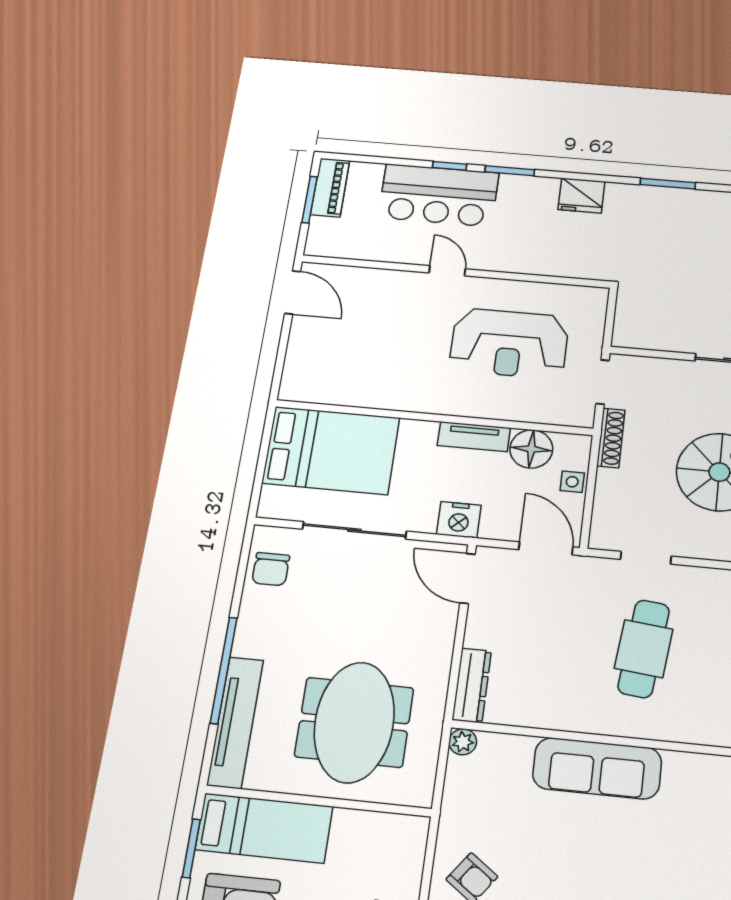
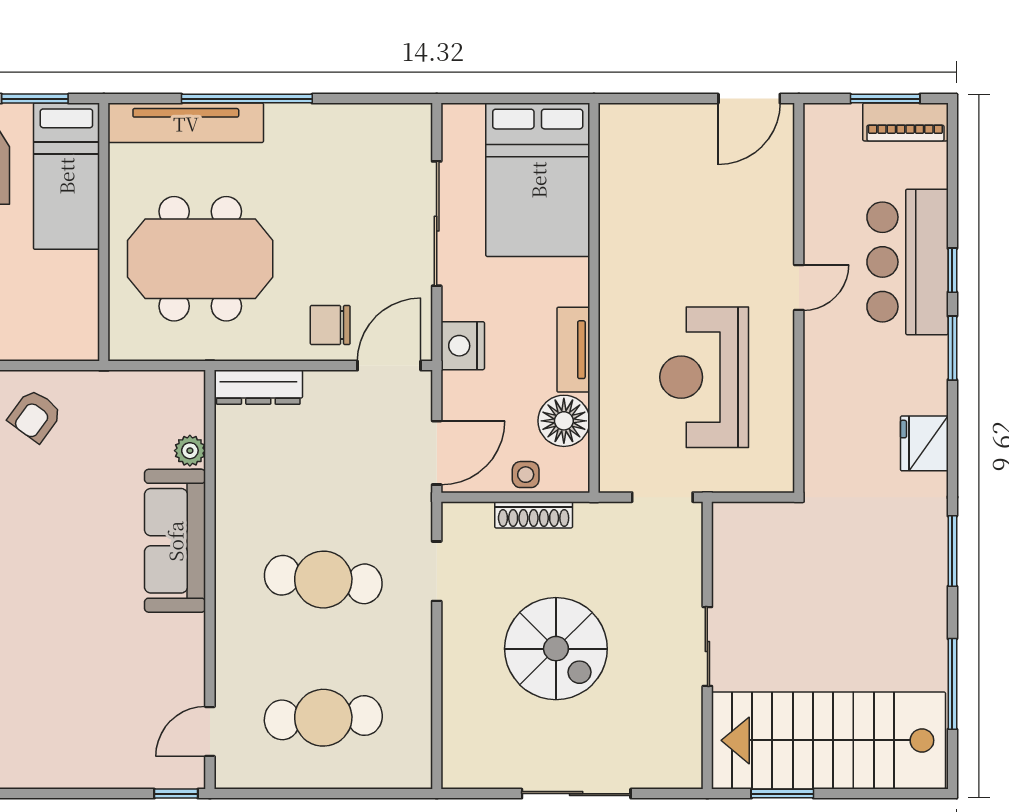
shoe rack: (611, 438) -> (534, 515), moved
chair: (271, 569) -> (330, 325), moved
plant: (463, 742) -> (190, 451), moved

